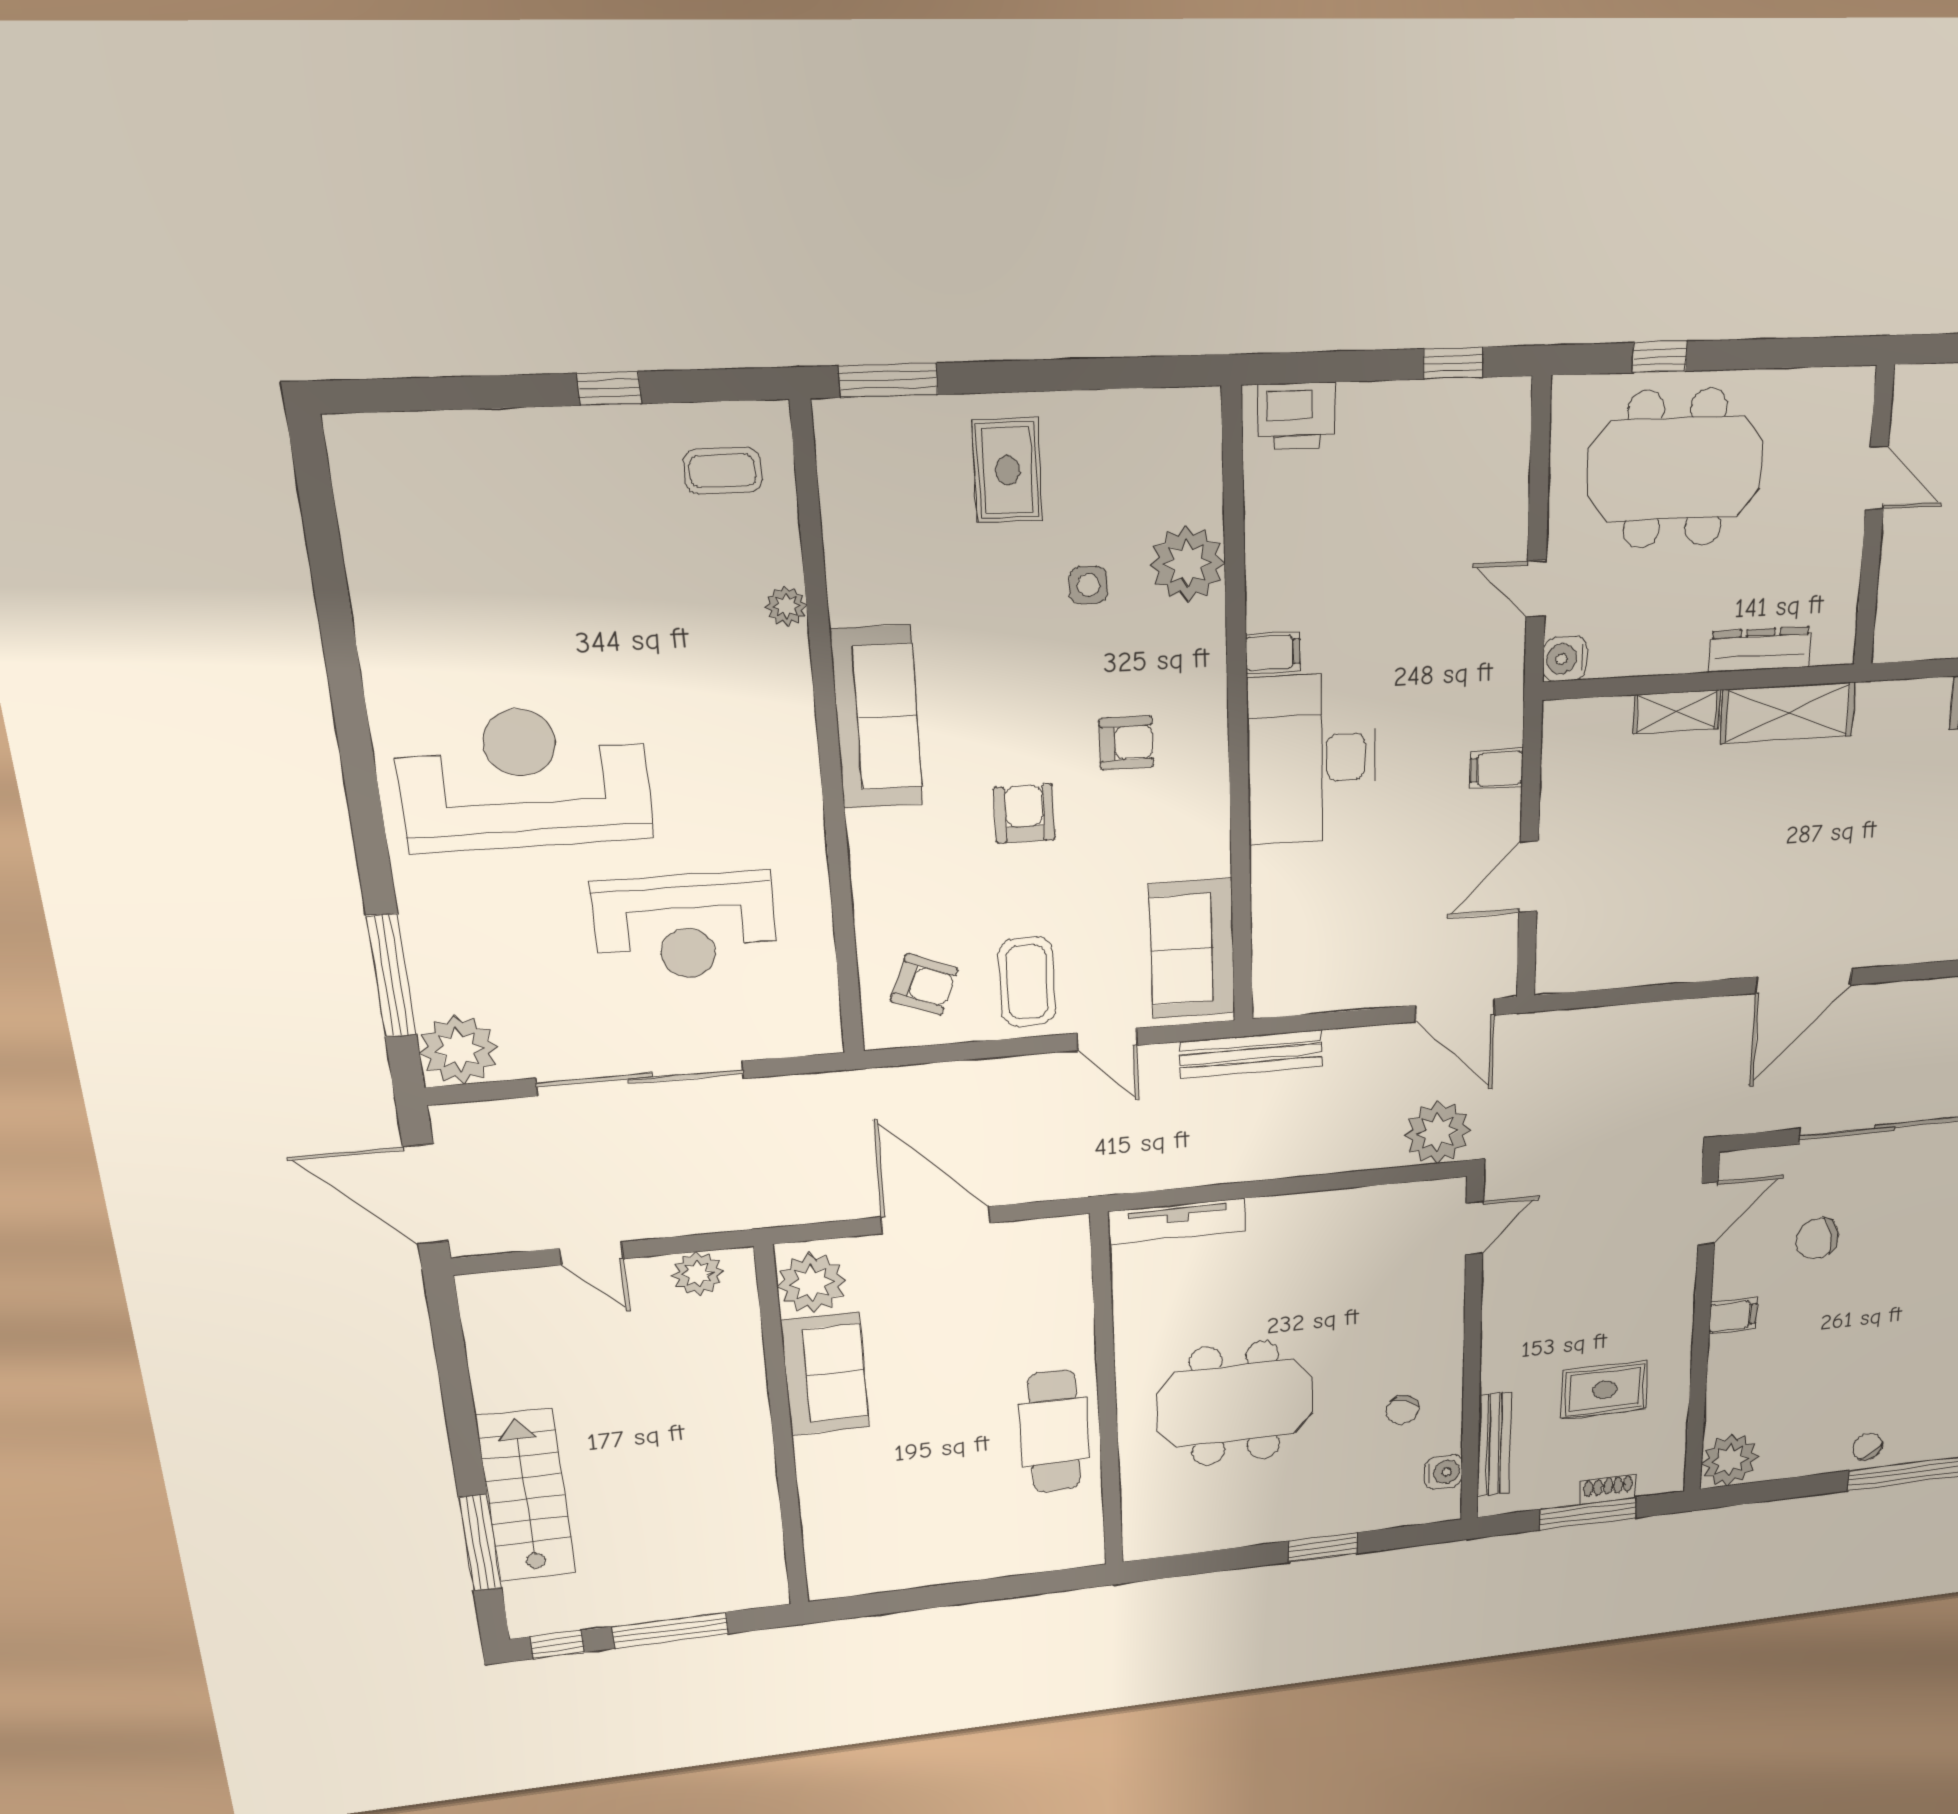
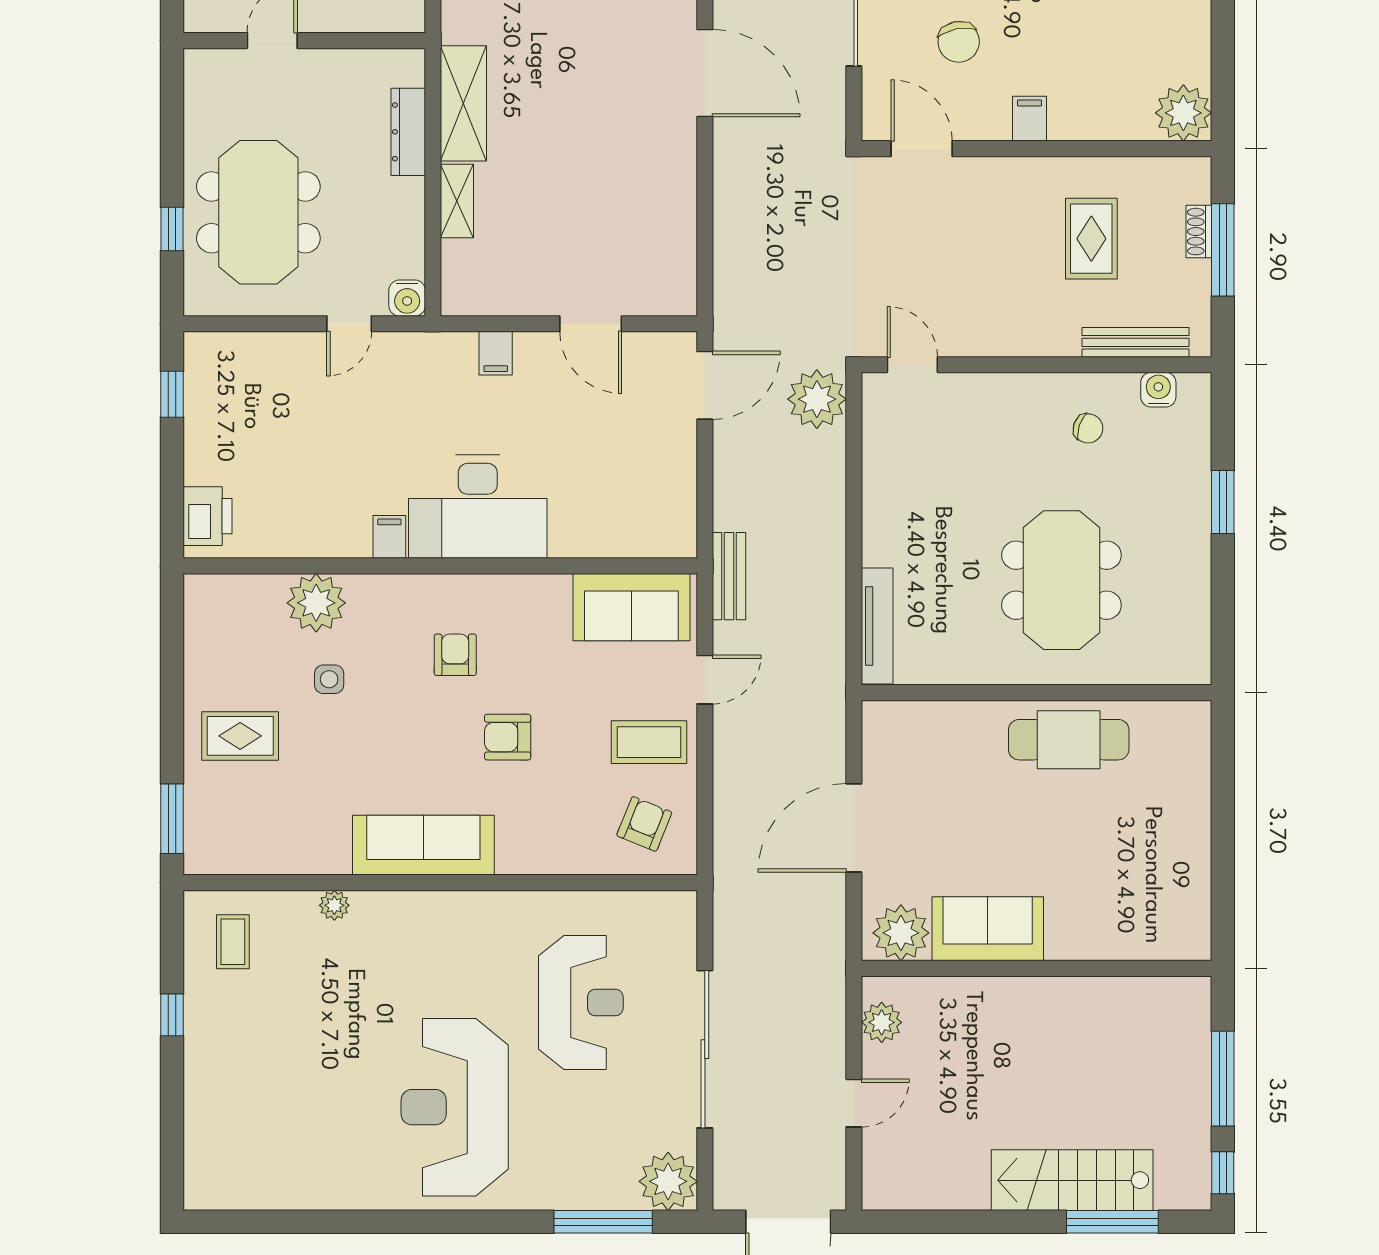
bench: (1251, 1054) -> (729, 576), width x0.73

